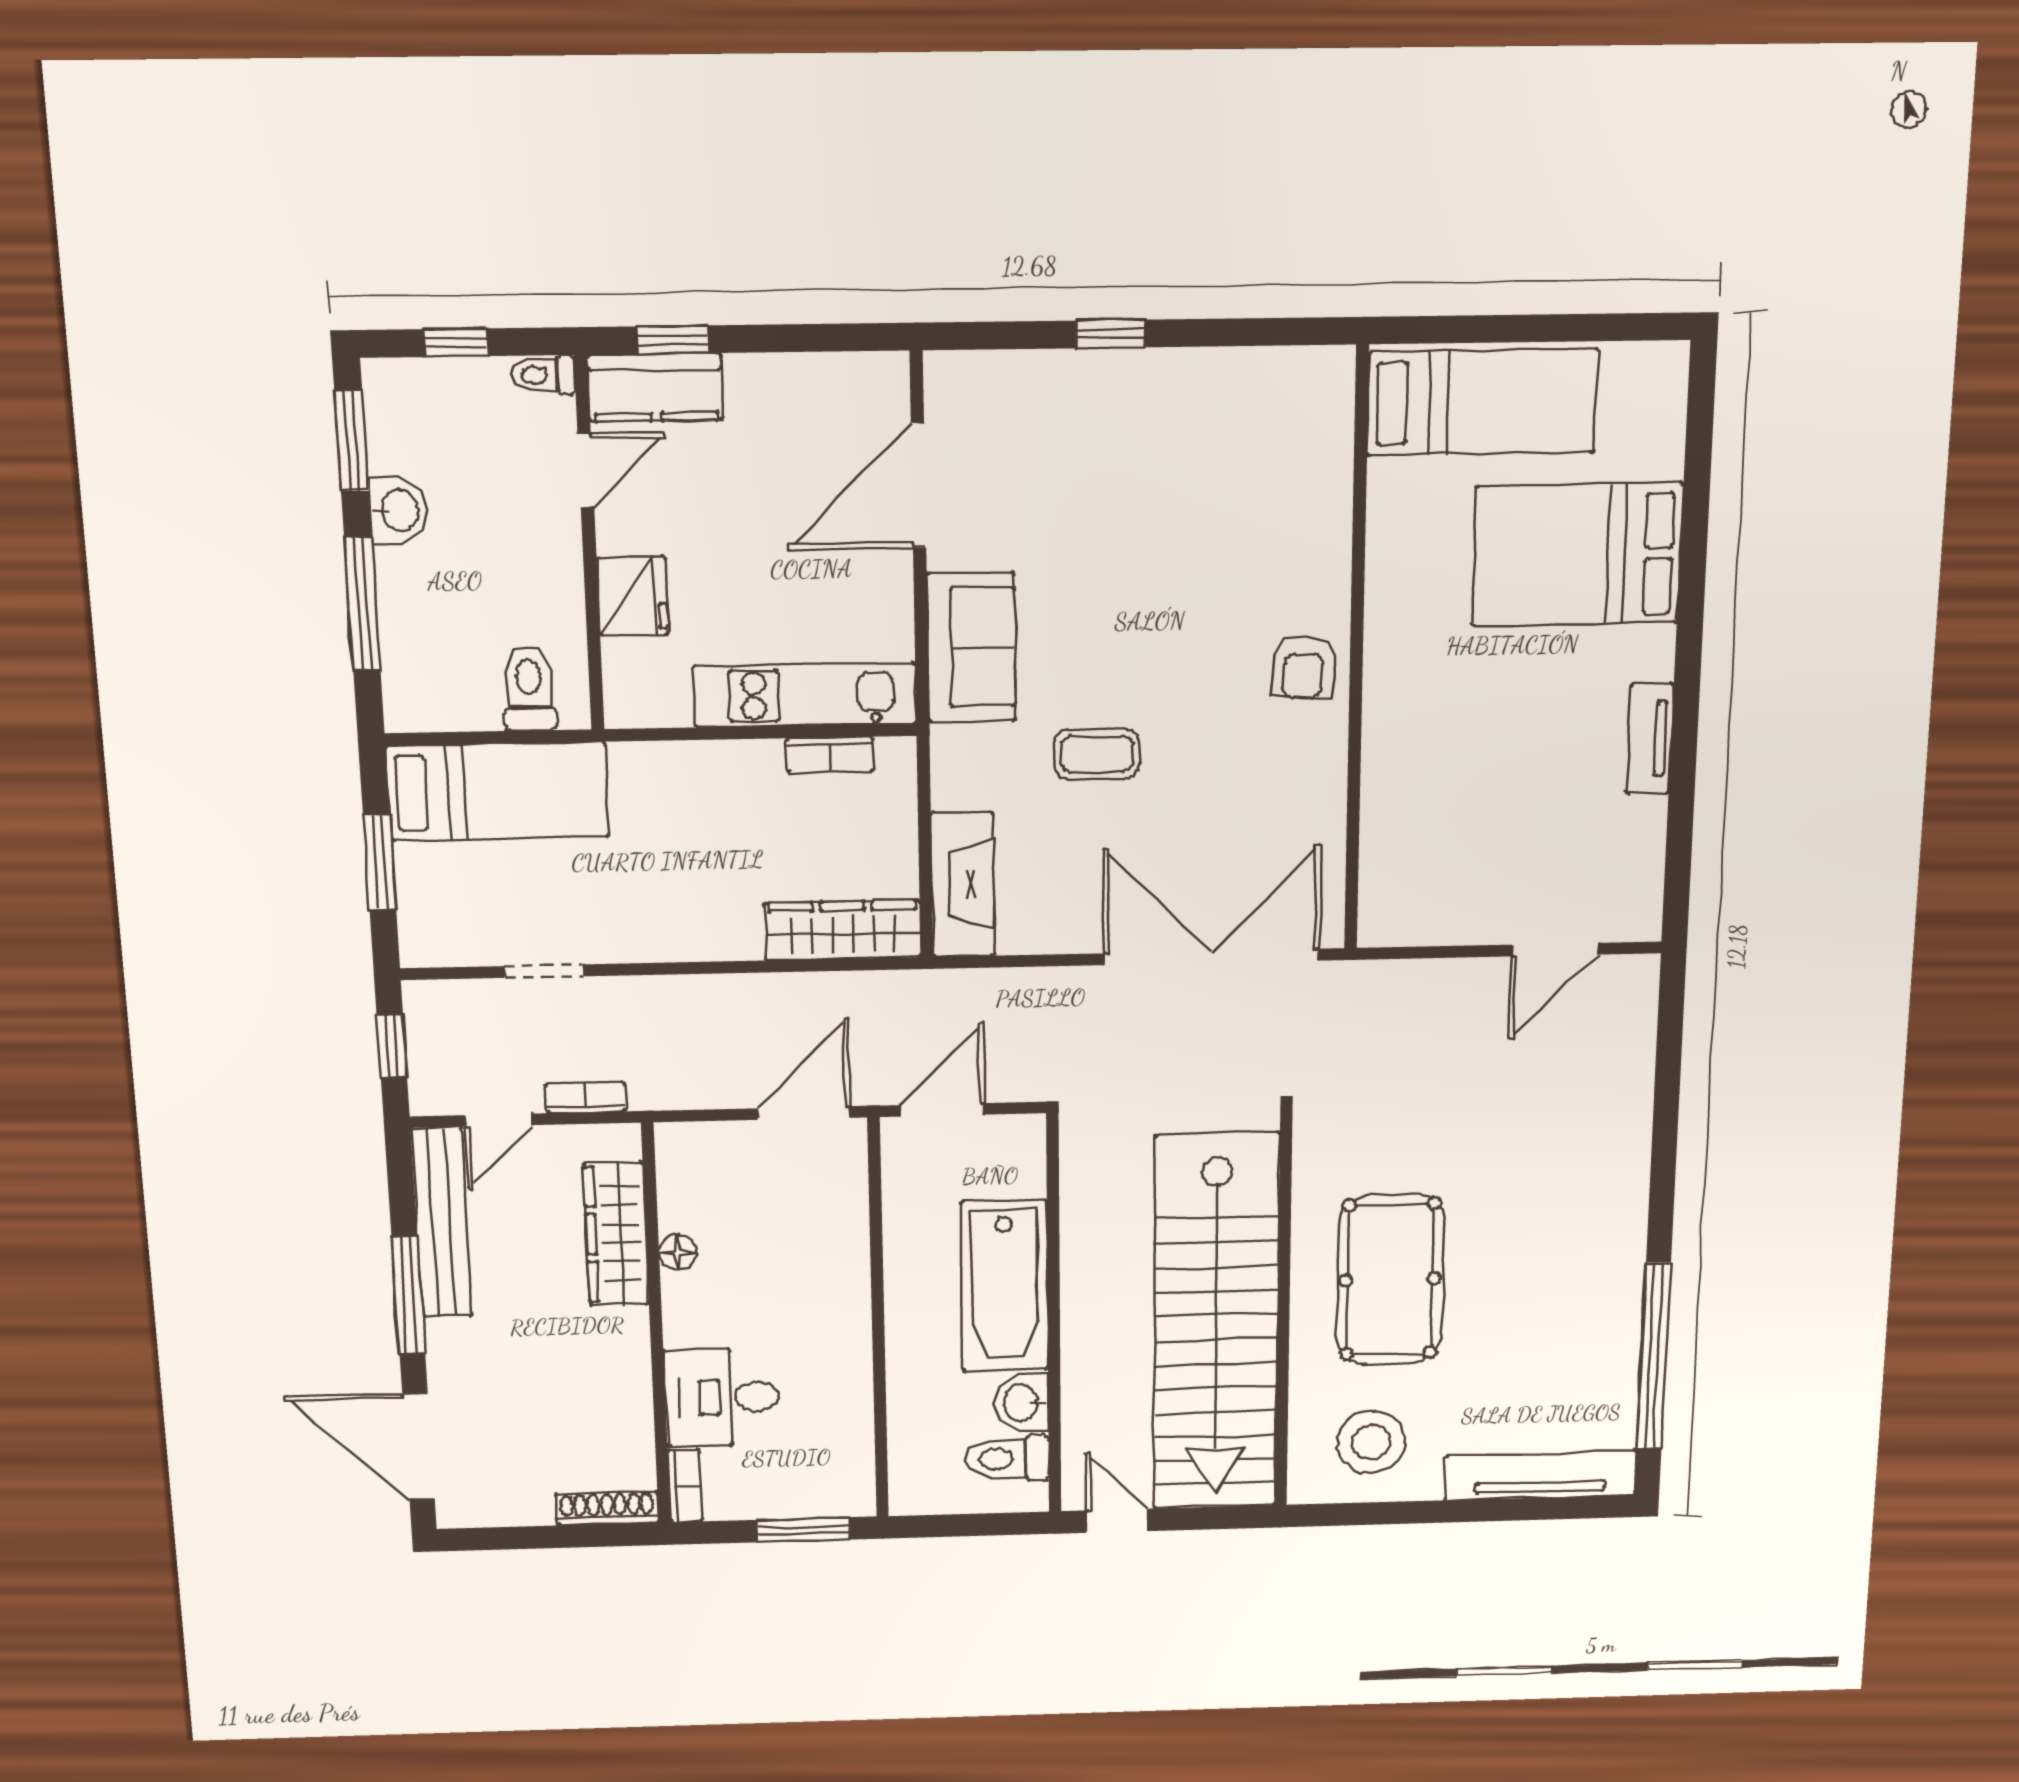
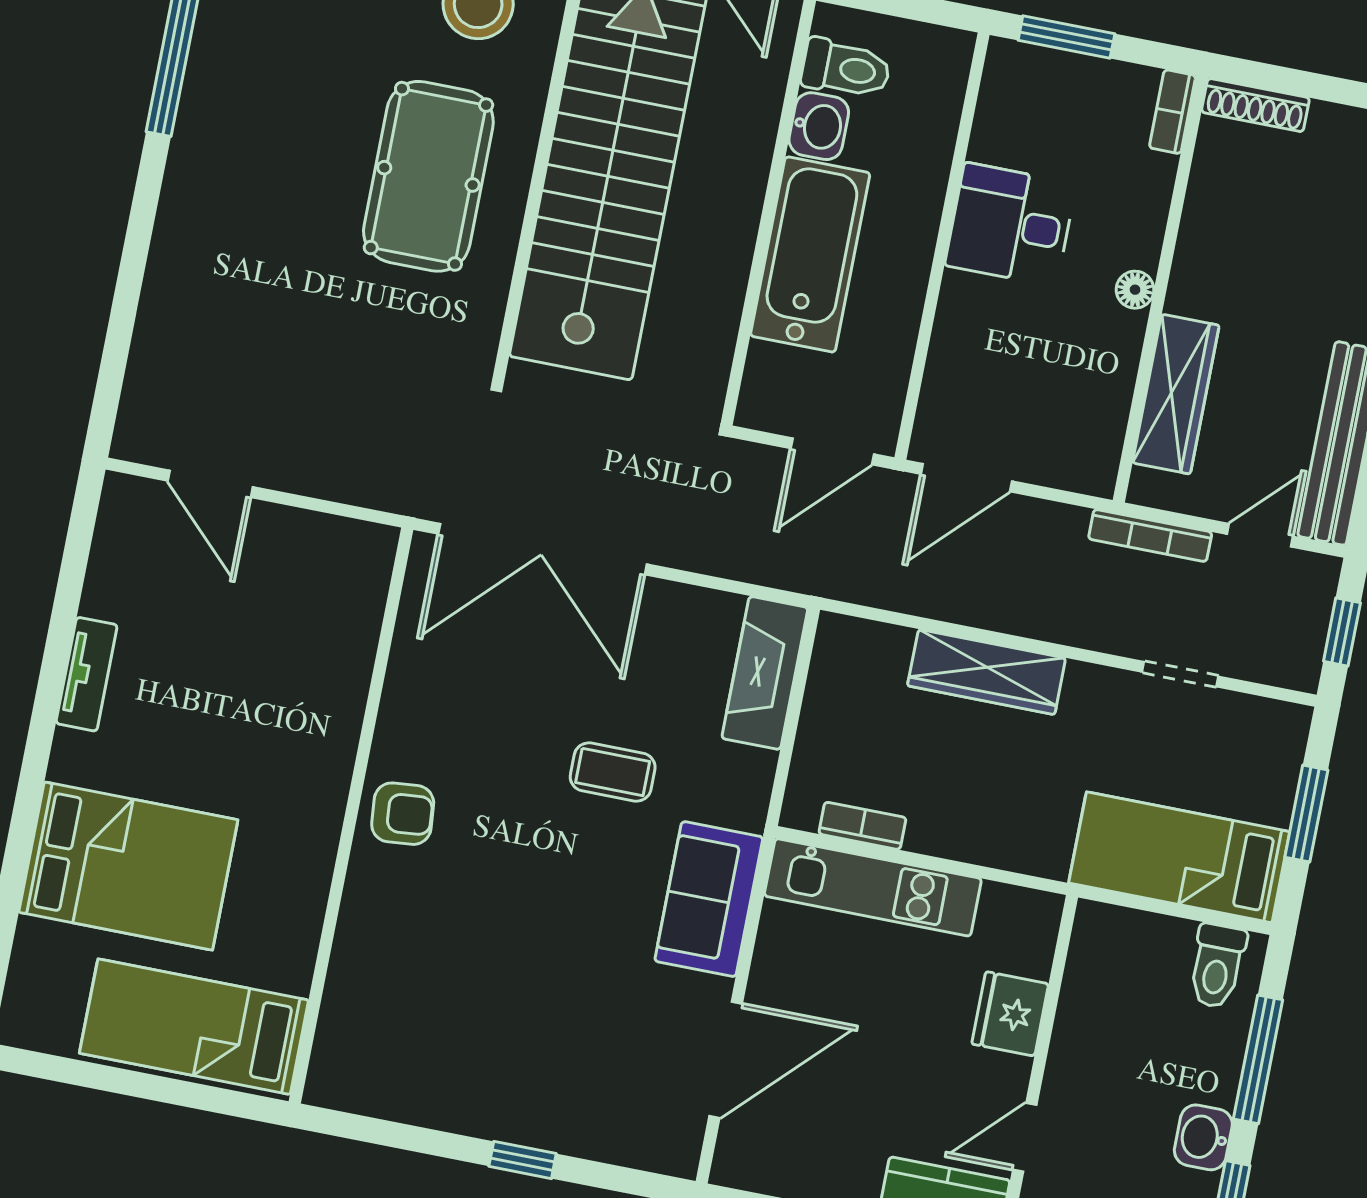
armchair: (1304, 667) -> (403, 814), turned 81
toilet: (529, 689) -> (1217, 966), moved
wardrobe: (843, 930) -> (987, 672), moved
door: (1555, 950) -> (210, 484), swing flipped
bookcase: (586, 1097) -> (1150, 536), width x1.56
floor lamp: (678, 1252) -> (1135, 290), moved
desk: (722, 1397) -> (1011, 225), moved, turned 180

